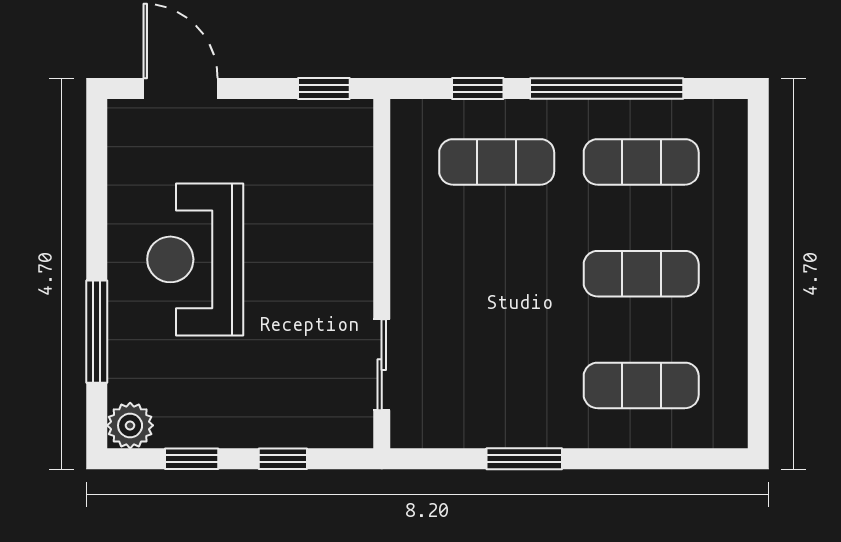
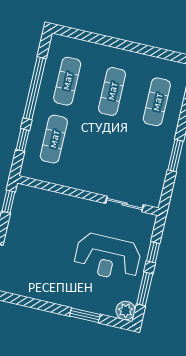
reception desk: (195, 259) -> (108, 257), moved
window: (97, 332) -> (85, 315), width x0.69
window: (192, 459) -> (145, 289), width x1.50

